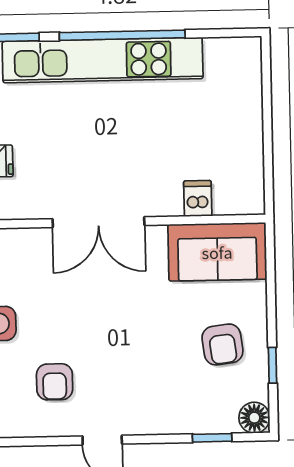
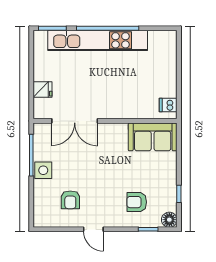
dishwasher: (198, 198) -> (168, 105), moved, turned -90
double door: (99, 222) -> (75, 121), moved
armchair: (222, 344) -> (137, 202), moved, turned 97

